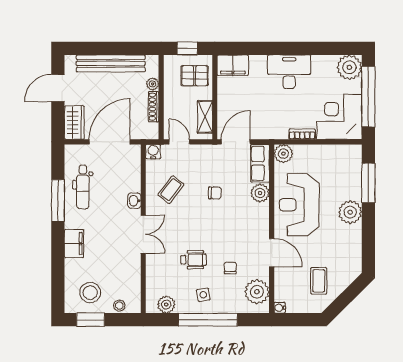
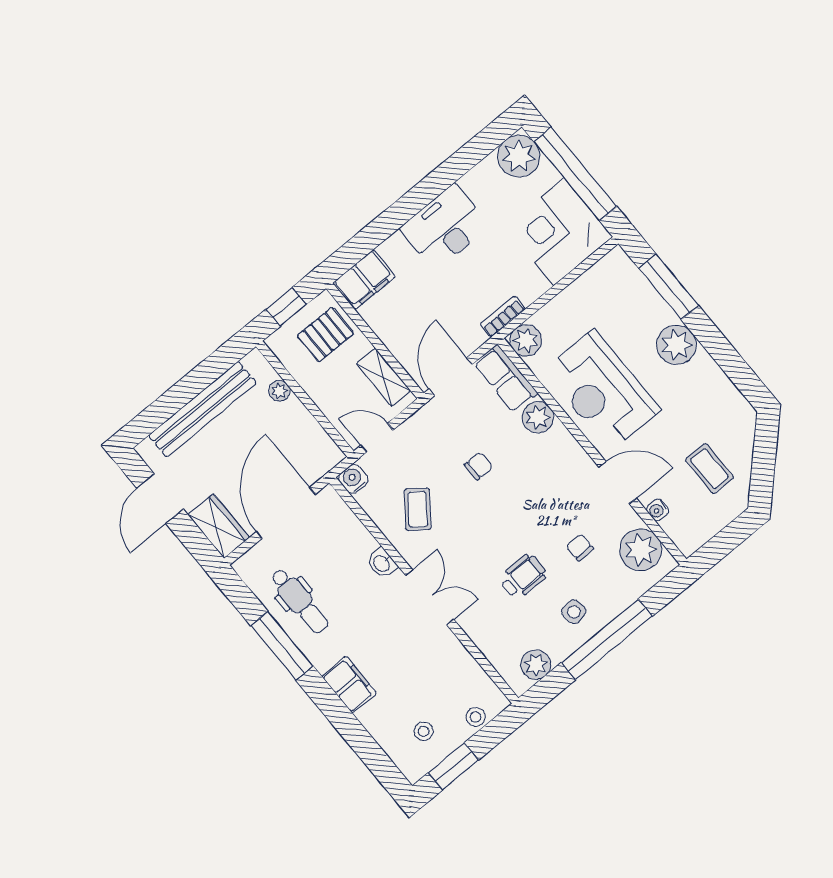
shoe rack: (154, 107) -> (305, 420), removed
bookcase: (302, 134) -> (503, 317), moved
stool: (90, 293) -> (424, 731), width x0.53, depth x0.53
water cooler: (280, 308) -> (658, 510), moved

